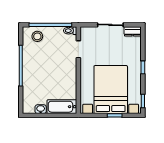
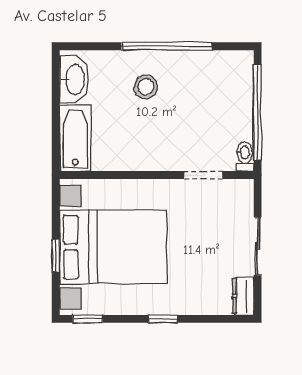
stool: (37, 36) -> (146, 87), moved
washbasin: (41, 109) -> (74, 79), width x1.91, depth x1.45

